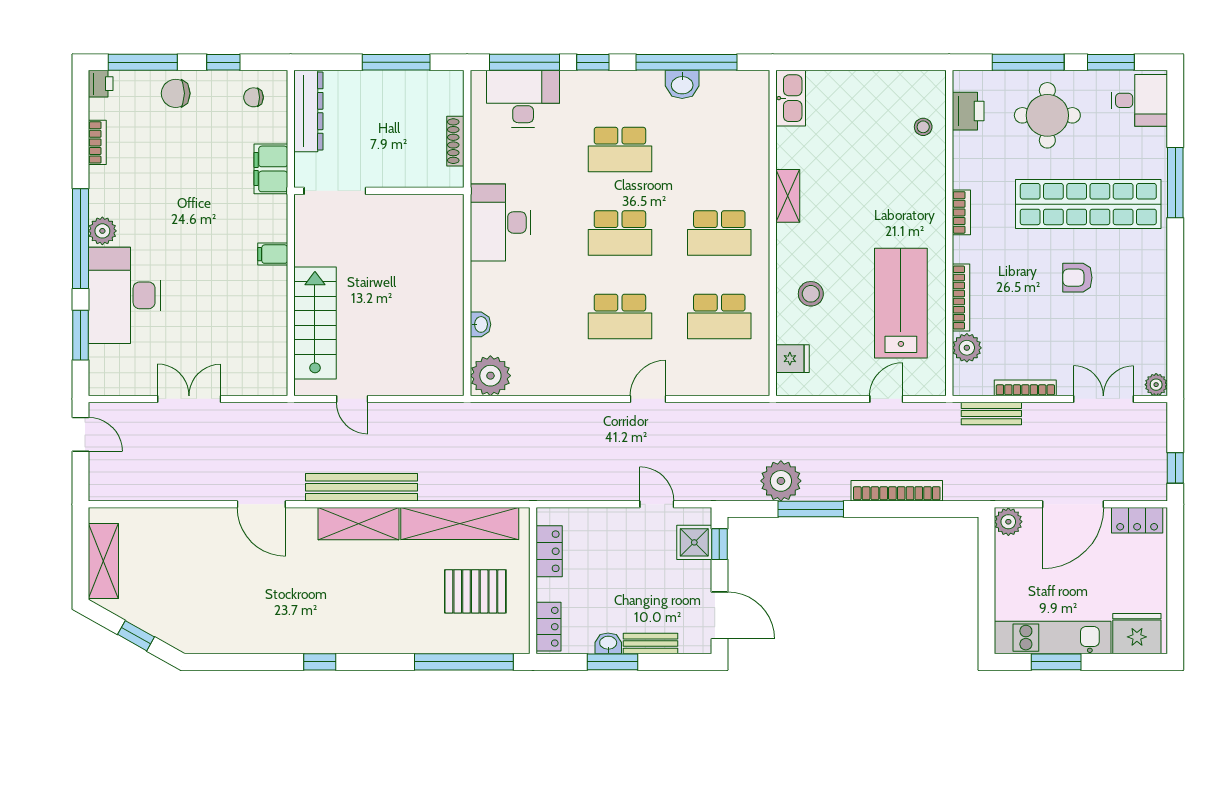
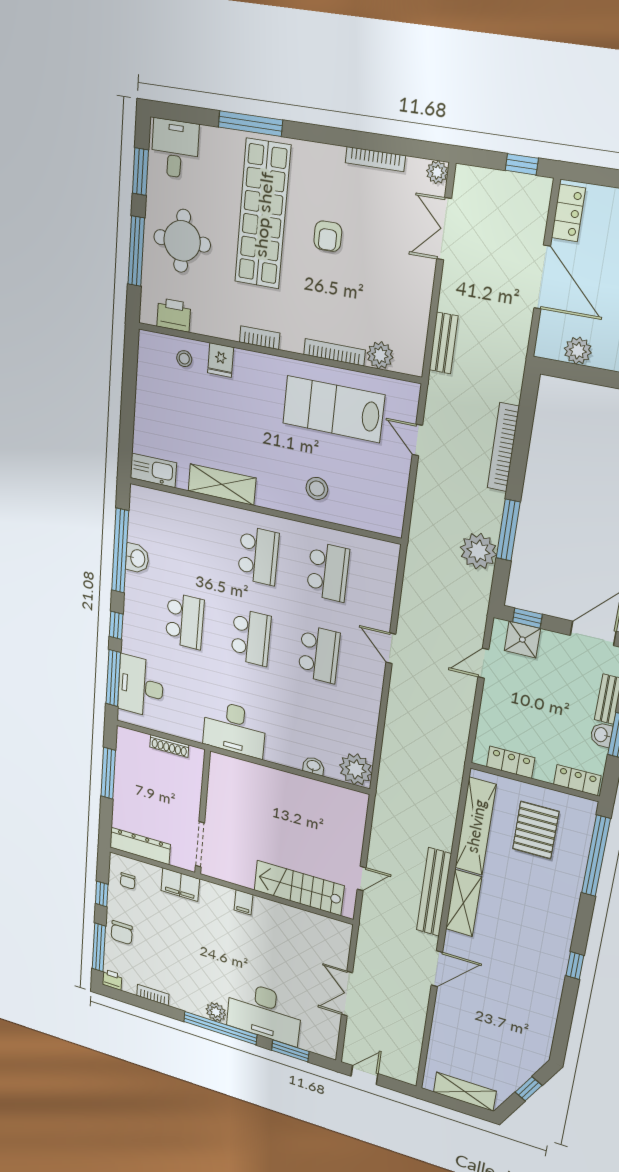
shelving: (788, 196) -> (222, 485), width x1.50, depth x1.33
fridge: (792, 359) -> (221, 360), moved, turned 180
bookcase: (1025, 388) -> (375, 159), moved, turned -90
plant: (1008, 522) -> (578, 351), moved

